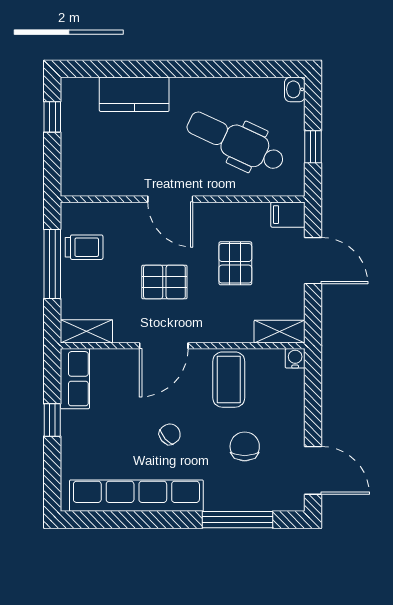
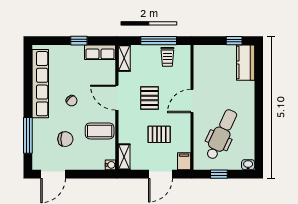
kitchen counter: (134, 94) -> (246, 63), moved

